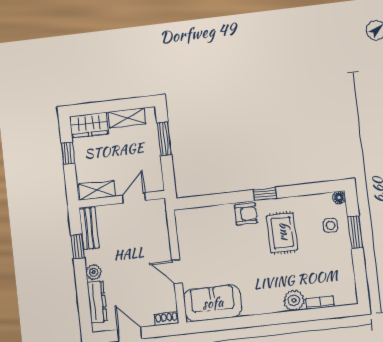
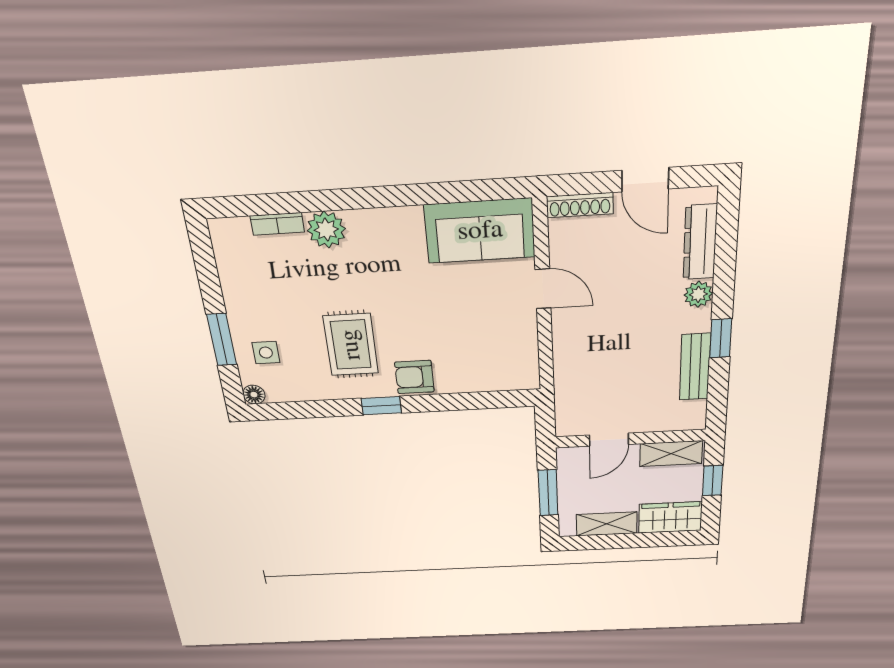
shelving: (97, 190) -> (671, 454), moved
door: (134, 198) -> (609, 440), moved
wall: (122, 199) -> (630, 439), moved
shoe rack: (167, 319) -> (580, 205), width x1.43

